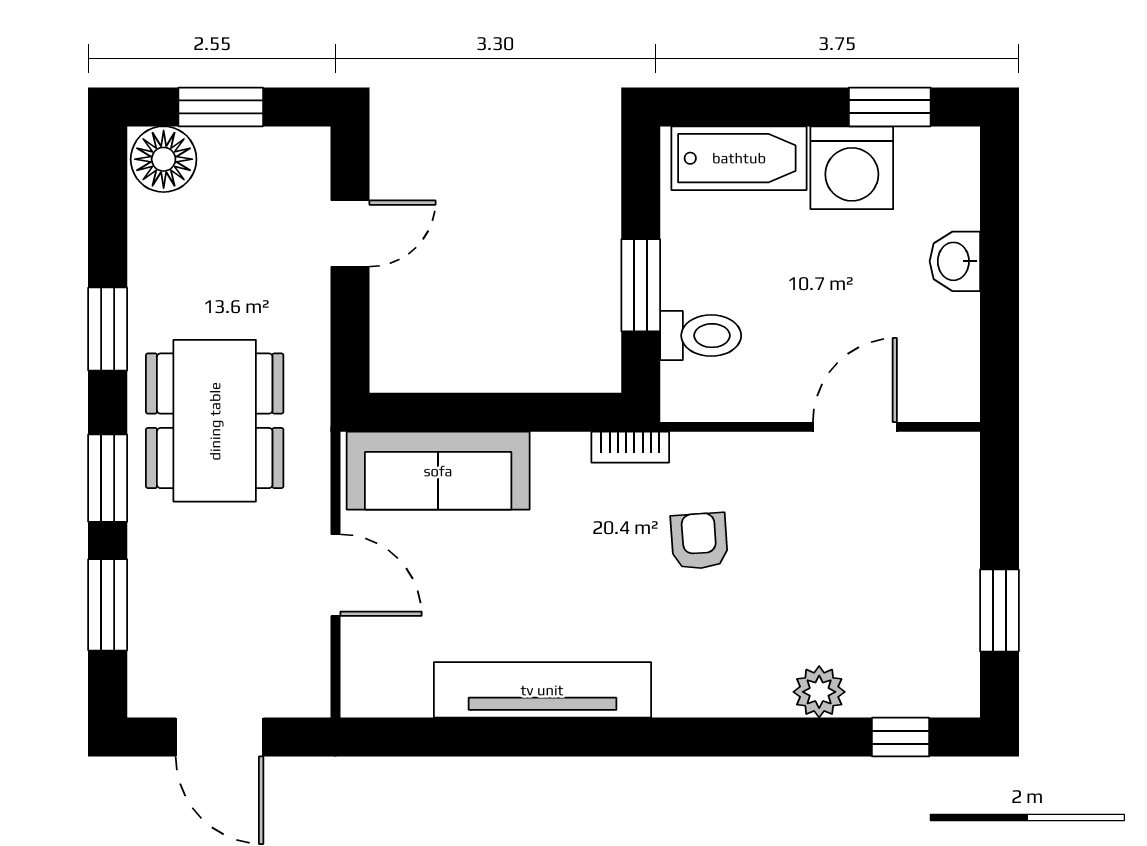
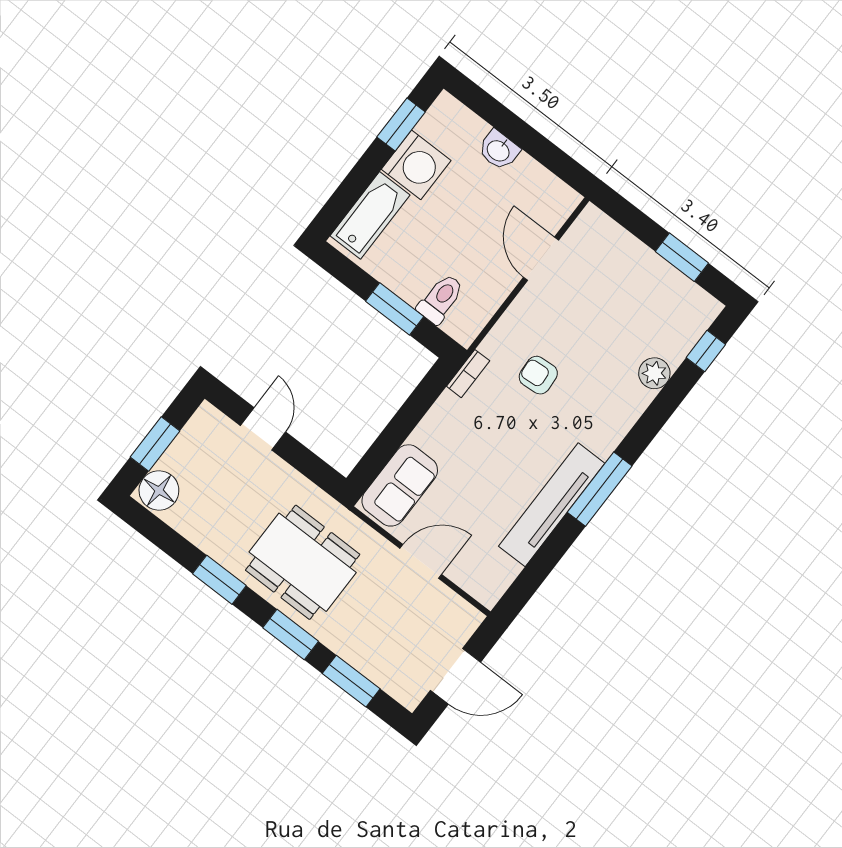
sofa: (438, 471) -> (400, 485), width x0.73
window: (611, 737) -> (600, 489), added

